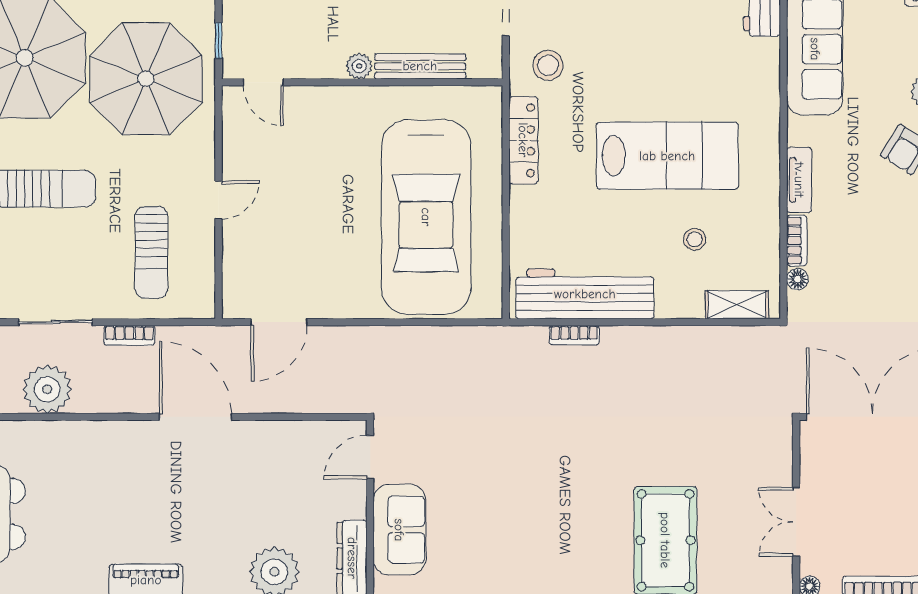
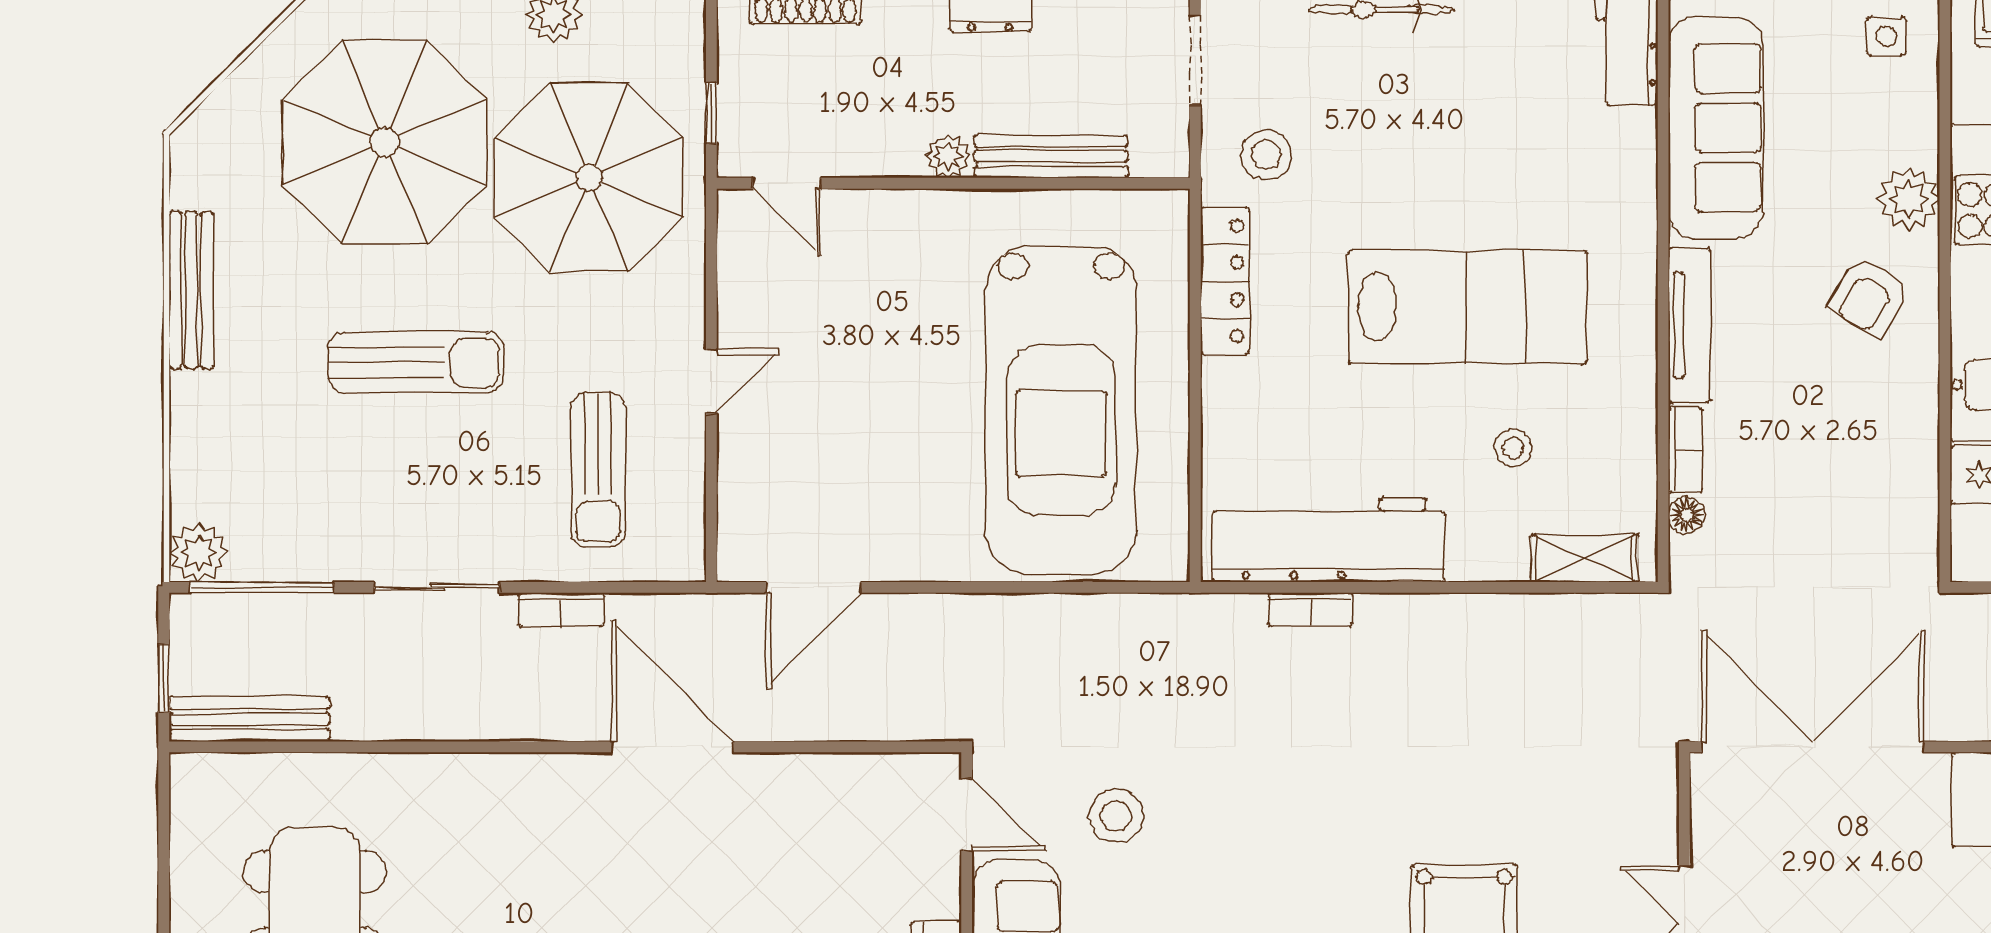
tv unit: (799, 180) -> (1689, 325), width x1.41
plant: (47, 389) -> (423, 701), removed
door: (370, 457) -> (967, 815), swing flipped
stool: (459, 458) -> (1116, 816), added

